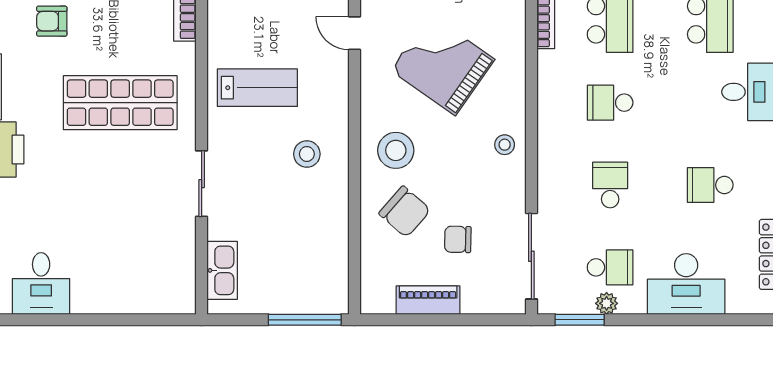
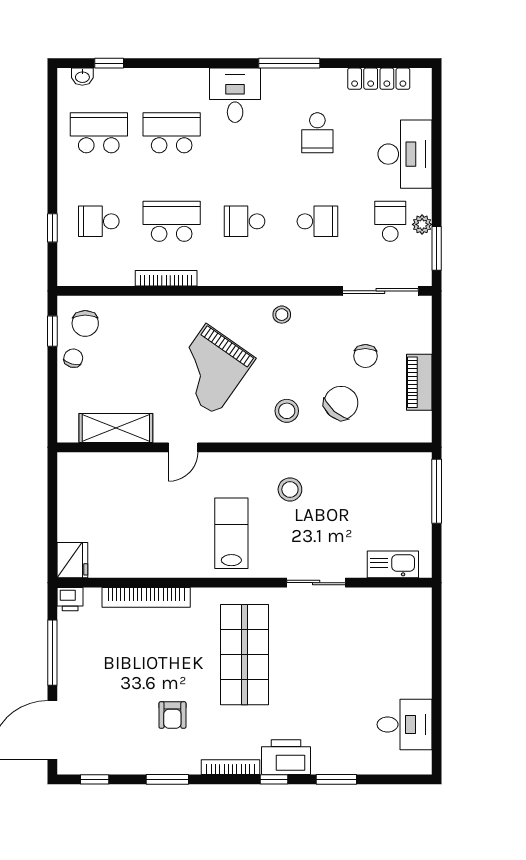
school desk: (610, 103) -> (245, 221), turned 90
stool: (396, 150) -> (287, 411), width x0.73, depth x0.73
school desk: (610, 185) -> (317, 221), turned 180

